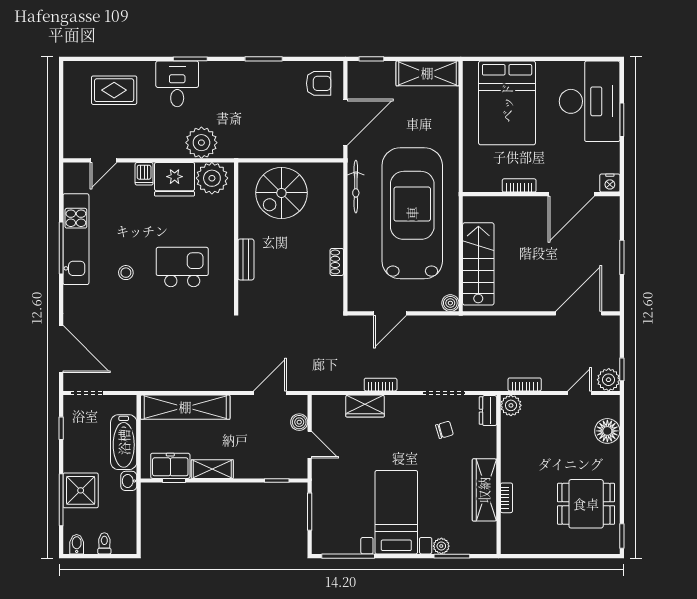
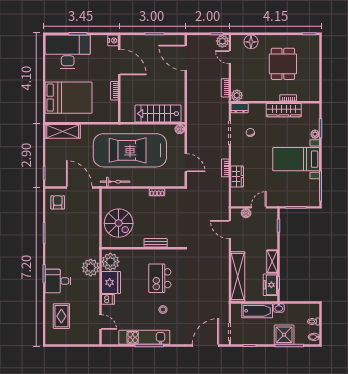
shelving: (427, 73) -> (63, 131), moved, turned 90
dining table: (586, 504) -> (283, 64), moved

